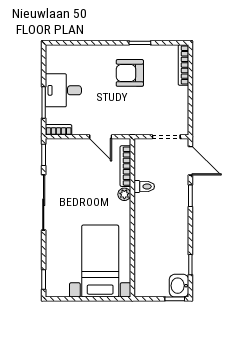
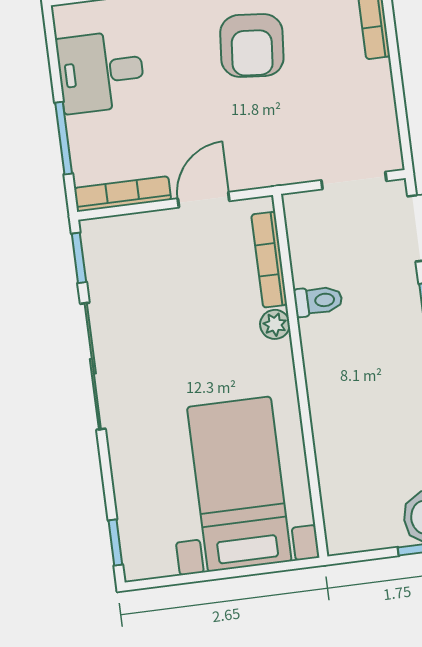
armchair: (130, 73) -> (252, 45), turned -85
desk: (63, 90) -> (101, 72), moved
bookcase: (59, 130) -> (123, 194), width x1.56
door: (101, 137) -> (204, 200), swing flipped

